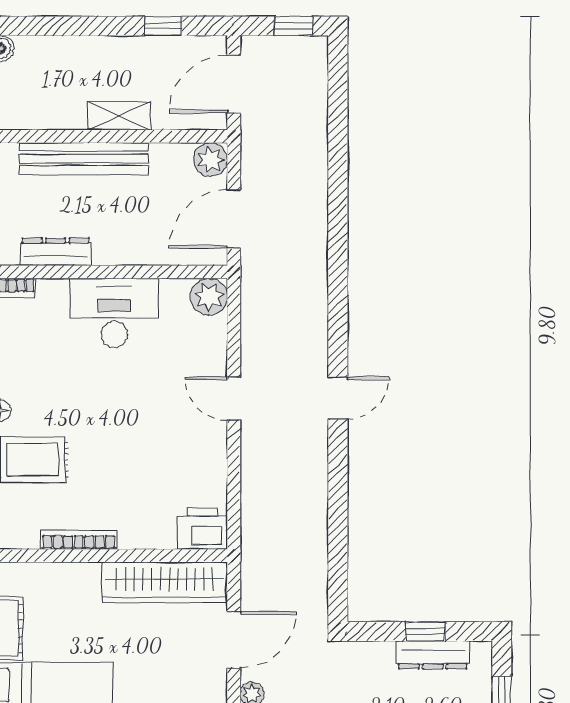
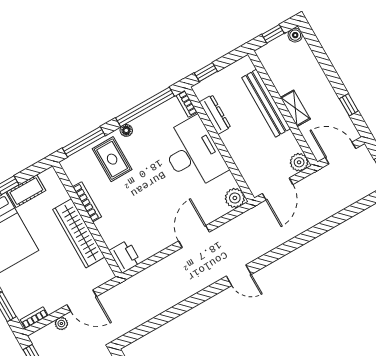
door: (234, 219) -> (278, 189), swing flipped
desk: (114, 313) -> (193, 153), width x1.36, depth x1.30
door: (338, 398) -> (239, 275), moved
door: (234, 399) -> (194, 237), width x1.38
wardrobe: (165, 582) -> (79, 233), moved

